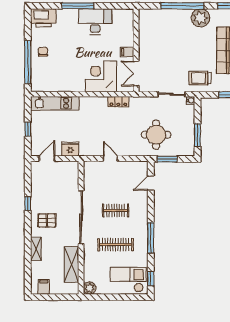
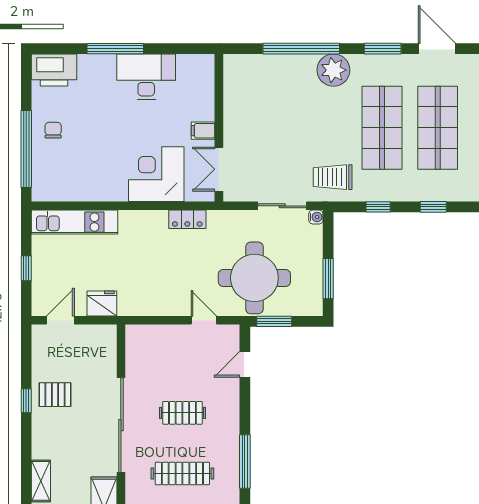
round table: (156, 135) -> (254, 278), width x1.36, depth x1.36
door: (110, 159) -> (204, 320), moved
pallet: (47, 220) -> (55, 395), moved

